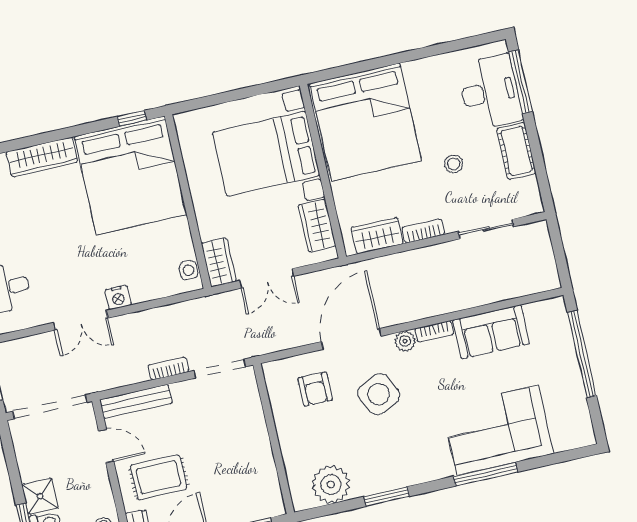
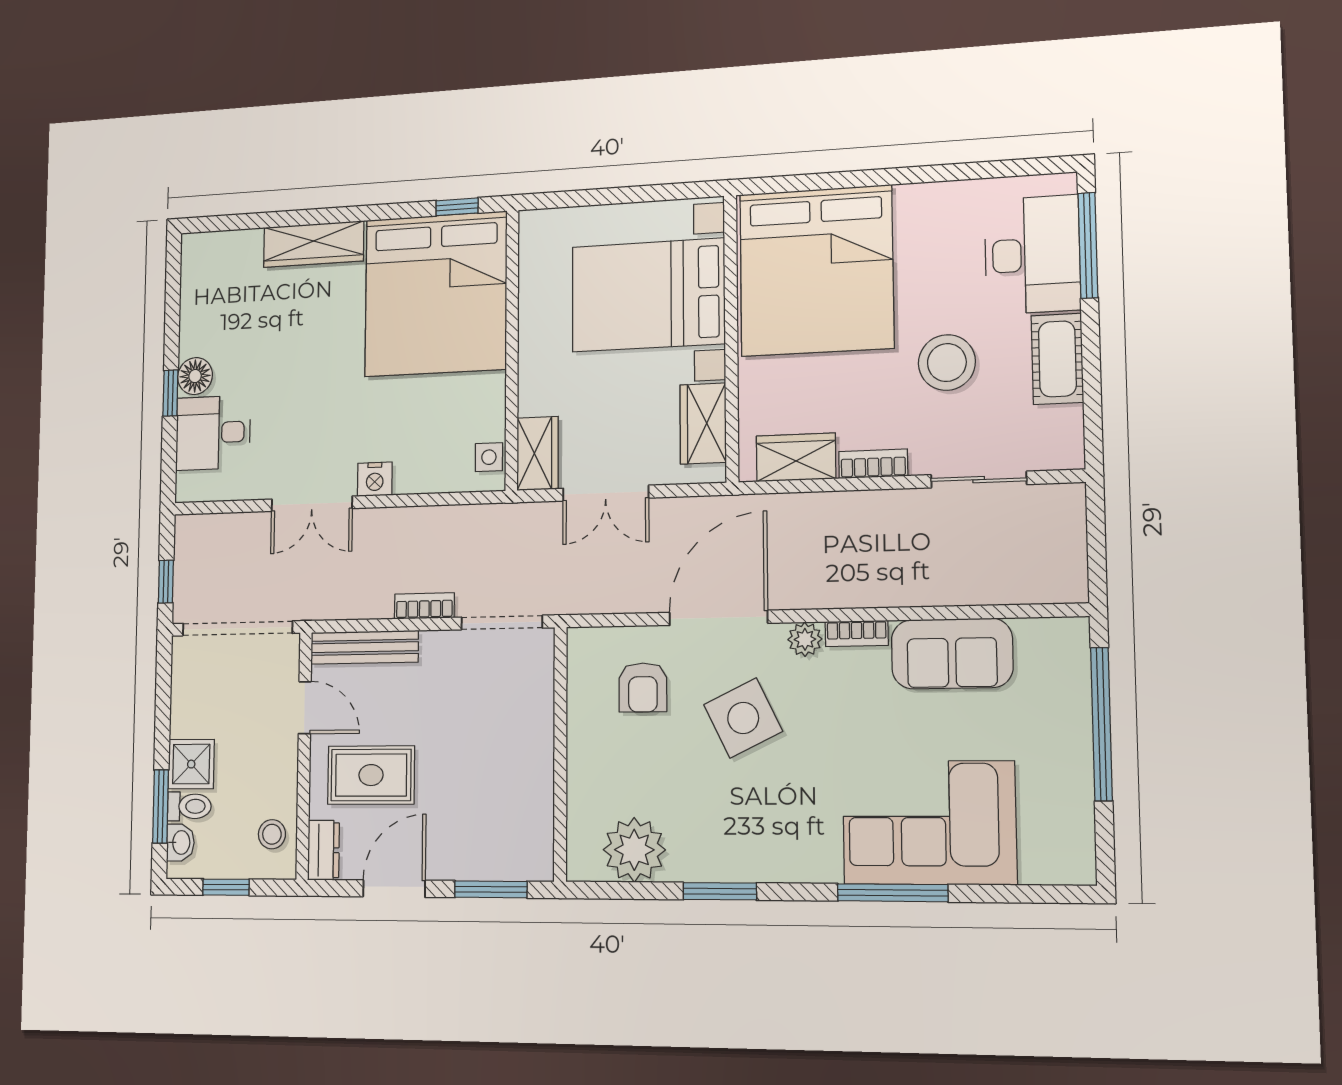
stool: (454, 164) -> (947, 363), width x1.89, depth x1.89

